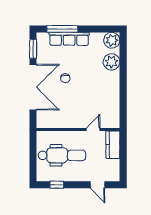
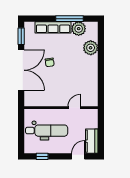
window: (62, 29) -> (69, 19), moved
plant: (112, 40) -> (79, 29), moved
kitchen counter: (113, 145) -> (92, 141), moved
door: (97, 185) -> (78, 156), swing flipped

